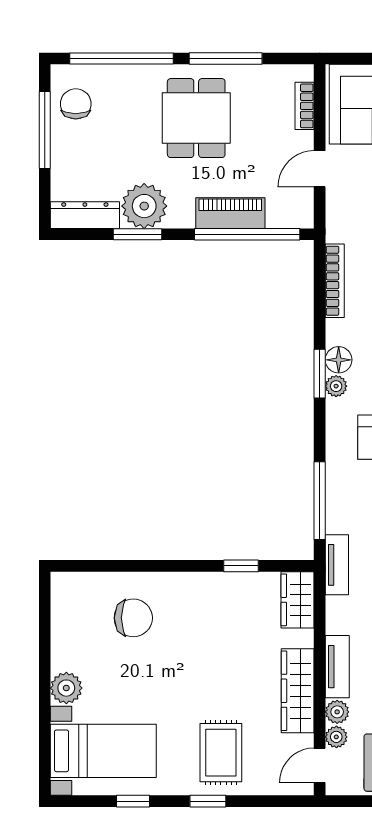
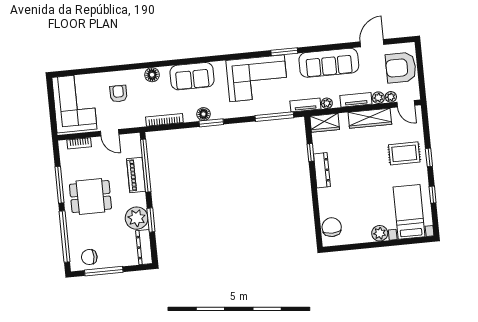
plant: (336, 386) -> (327, 103), moved
dresser: (203, 585) -> (322, 170), added
chair: (133, 618) -> (332, 227), moved

